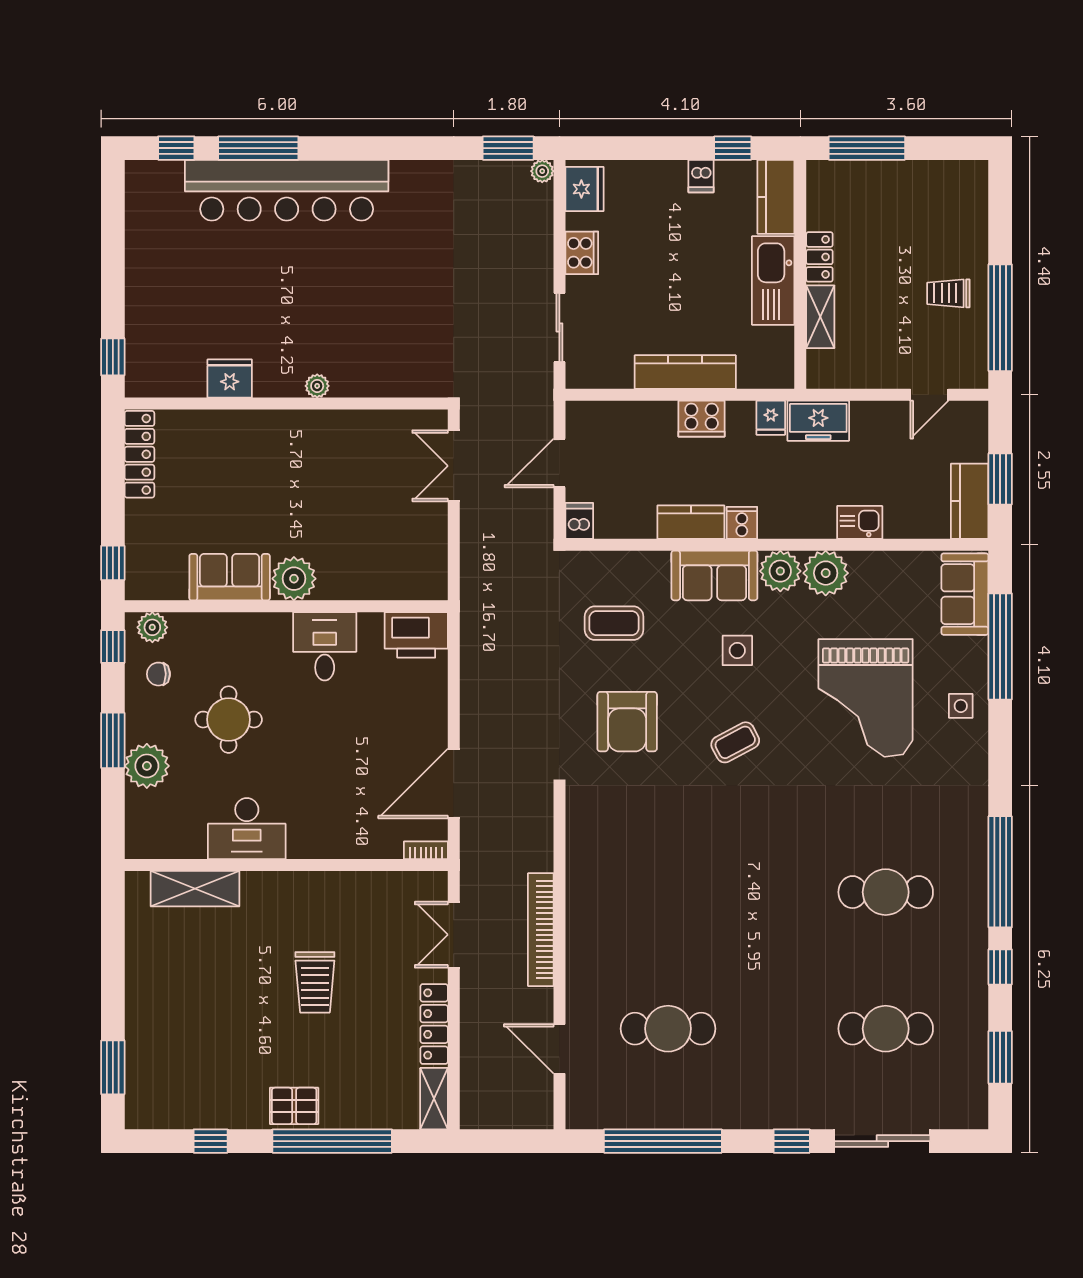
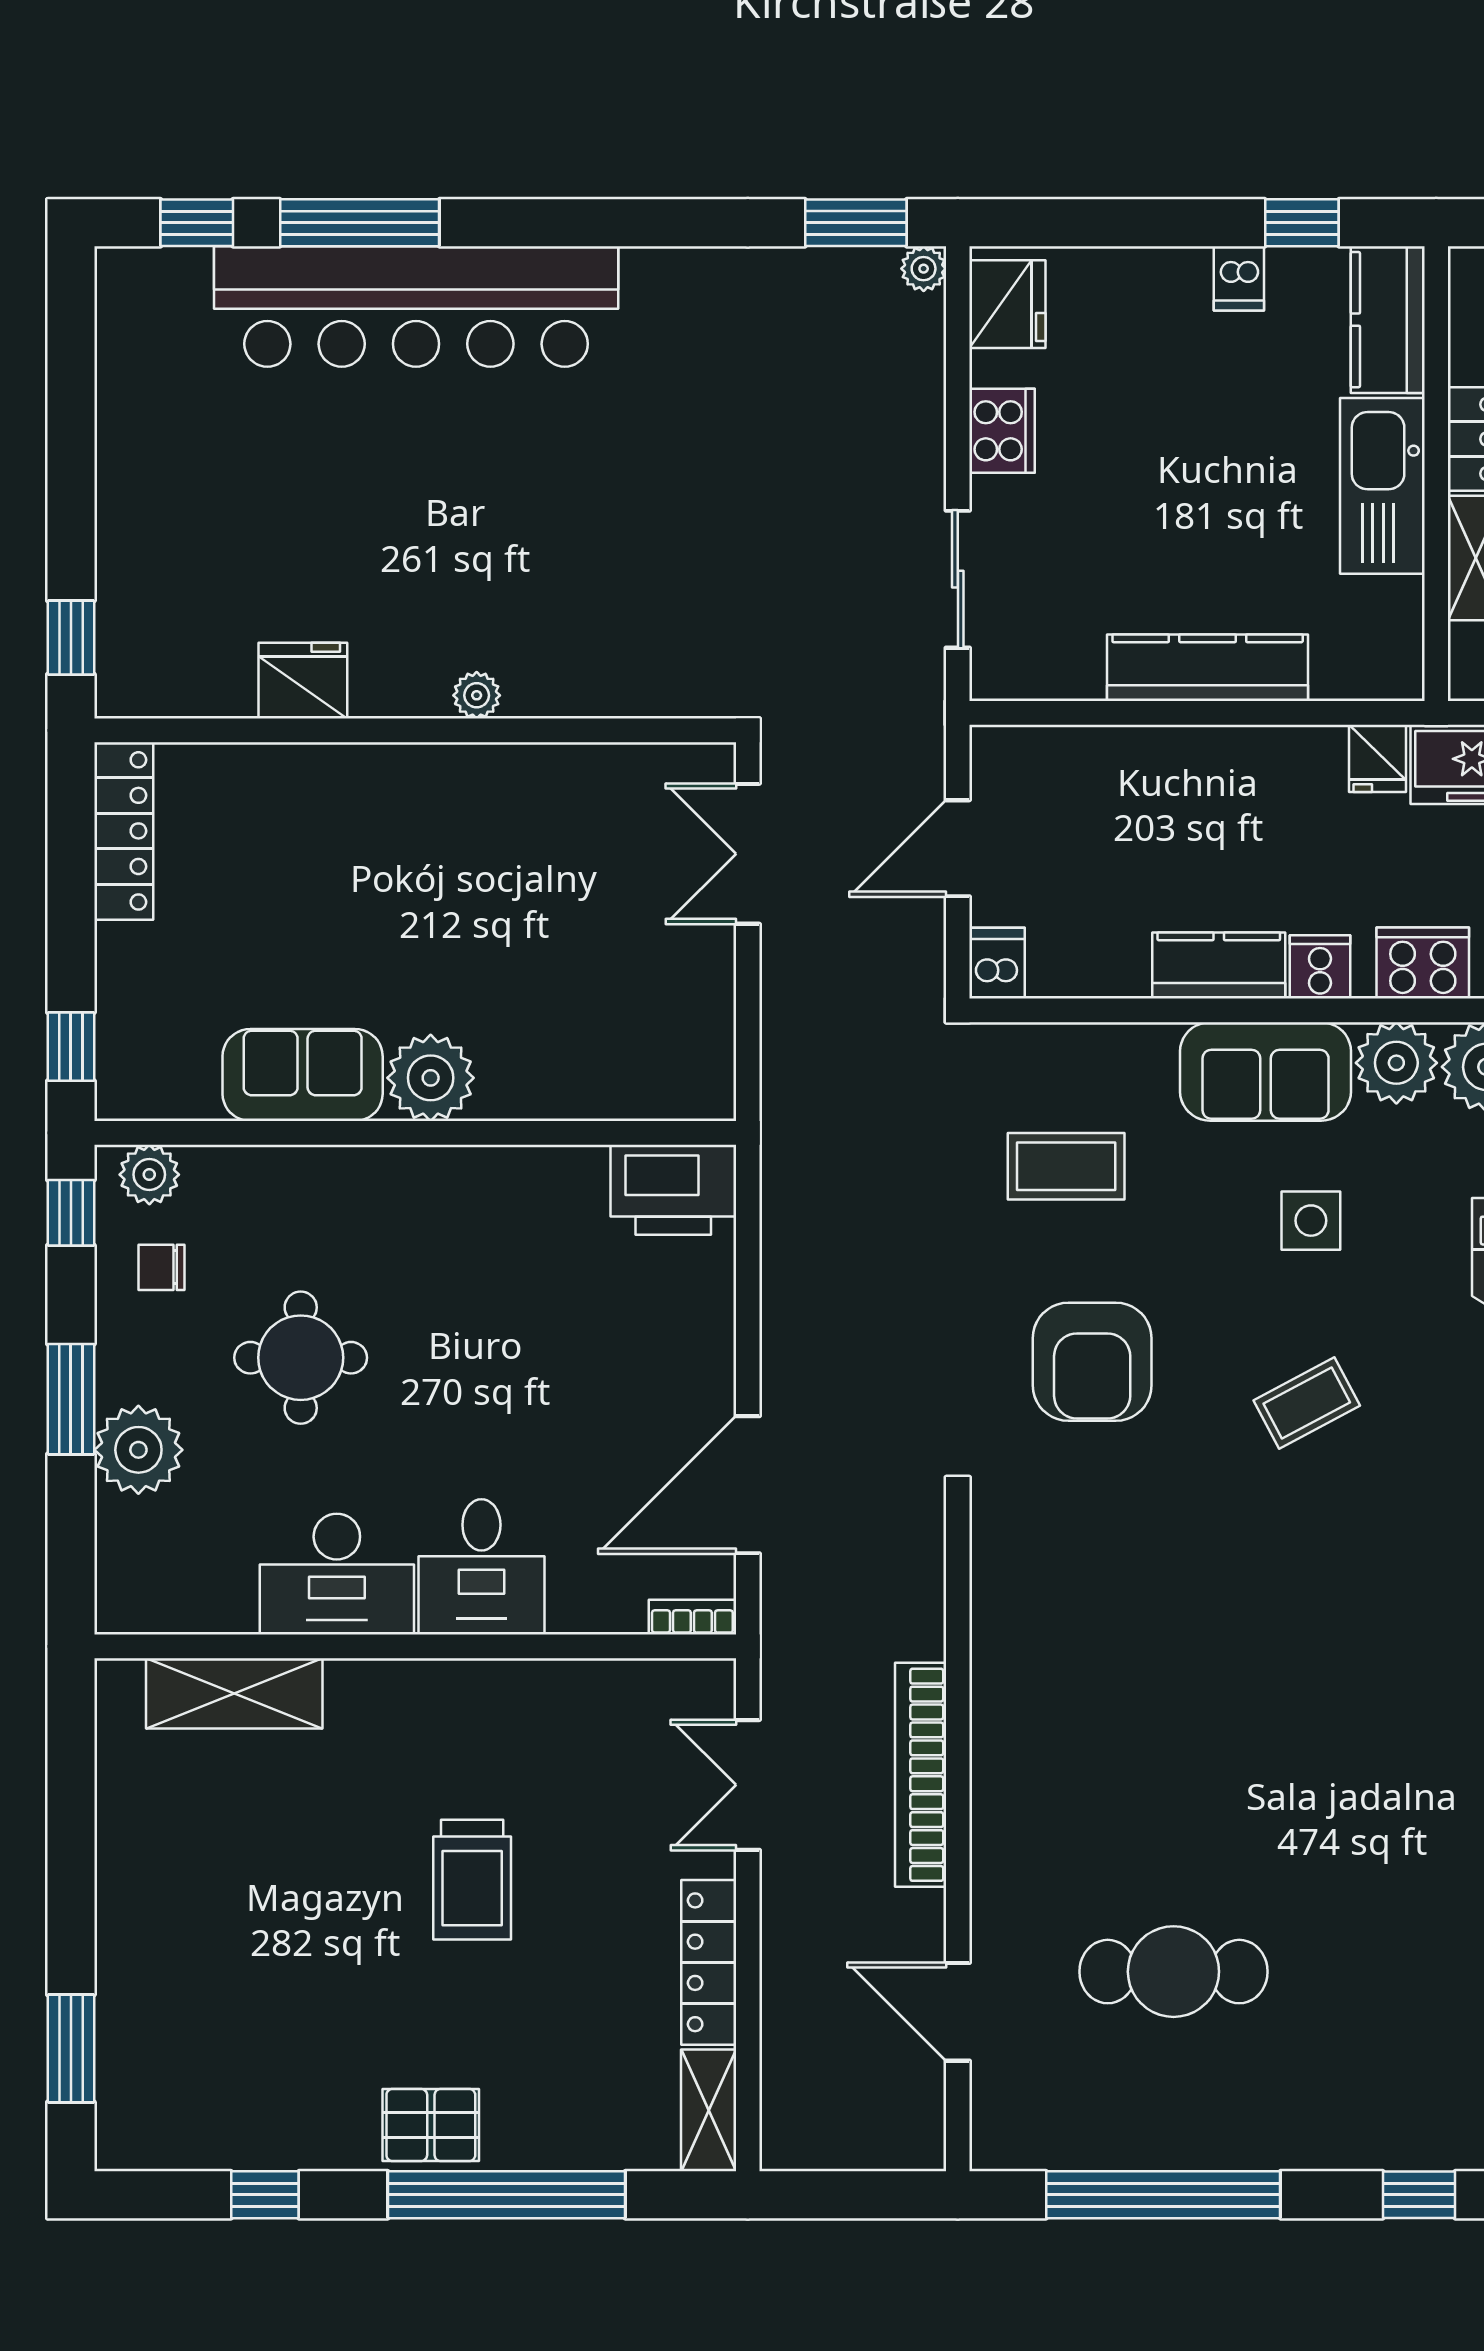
cooker: (702, 419) -> (1423, 963), moved, turned 180
desk: (325, 646) -> (481, 1567), moved, turned 180

